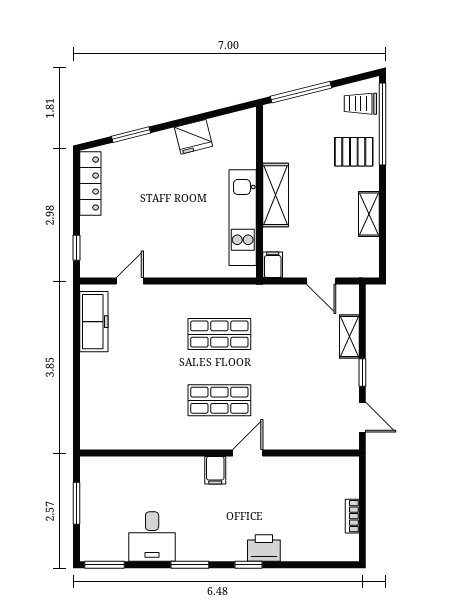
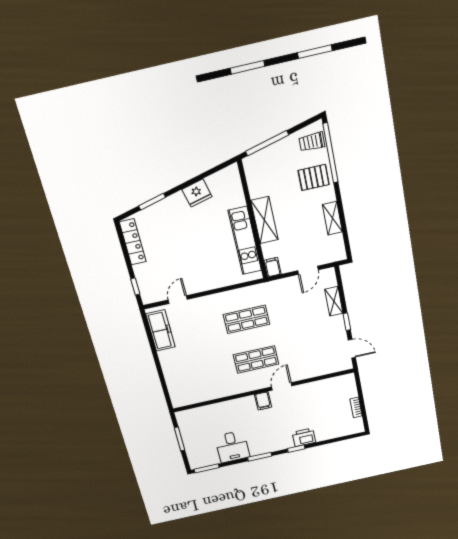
door: (321, 281) -> (308, 270), hinge flipped

